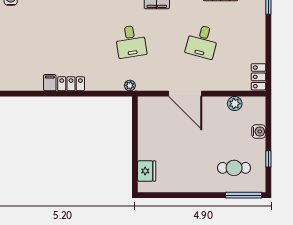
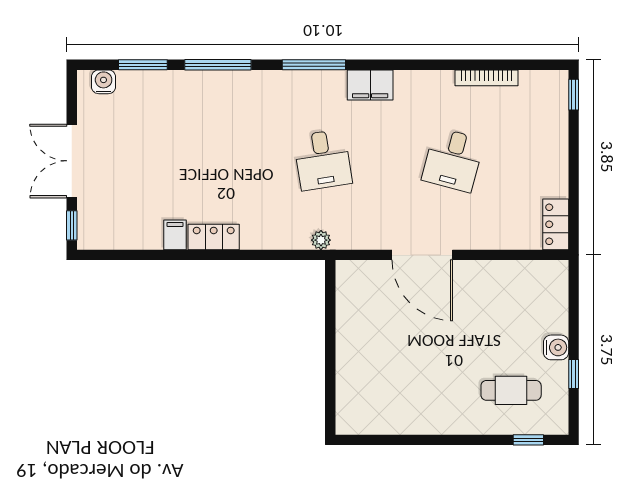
plant: (235, 104) -> (512, 273), removed
water cooler: (259, 132) -> (556, 347), moved
fridge: (147, 171) -> (352, 396), removed
window: (244, 195) -> (528, 440), width x0.46

